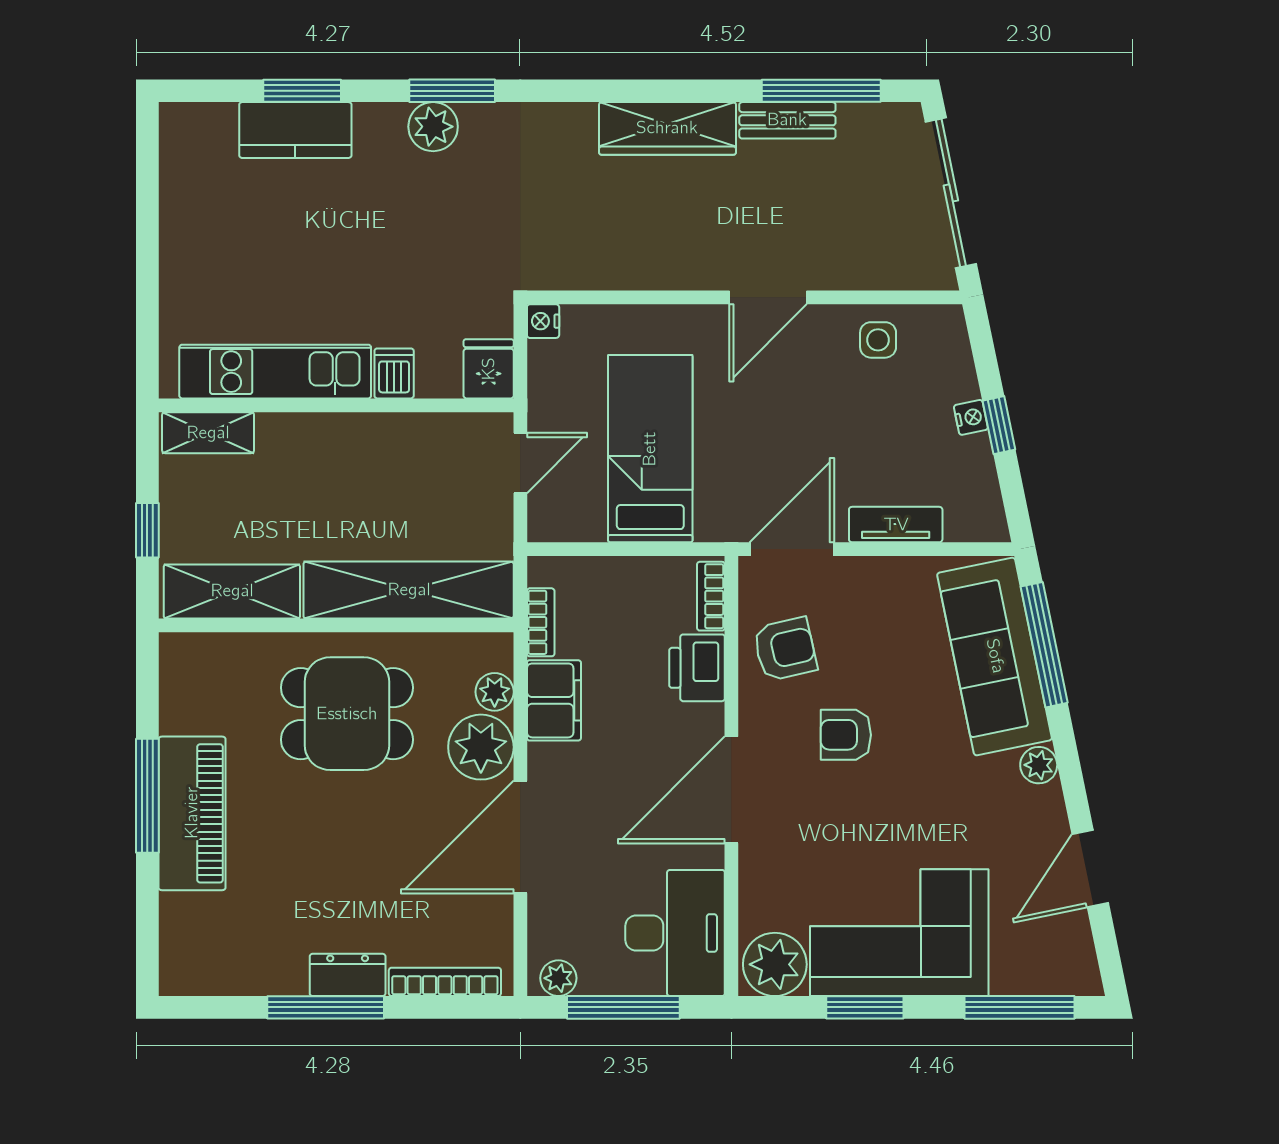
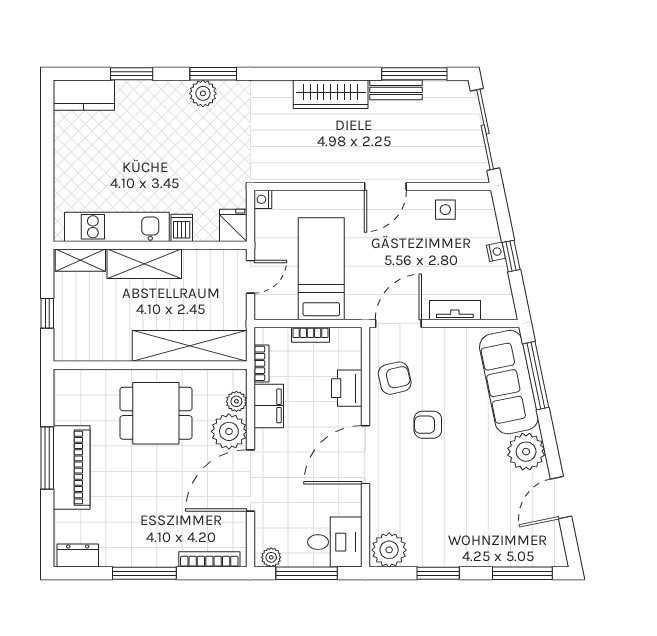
kitchen counter: (295, 130) -> (84, 95), moved
shelving: (232, 591) -> (144, 264), moved
bookcase: (711, 596) -> (310, 335), moved, turned -90
plant: (1039, 765) -> (526, 452), width x1.88, depth x1.88
desk: (675, 933) -> (335, 542), width x0.73
corner sofa: (899, 933) -> (457, 533), removed
dresser: (348, 975) -> (78, 556), moved

